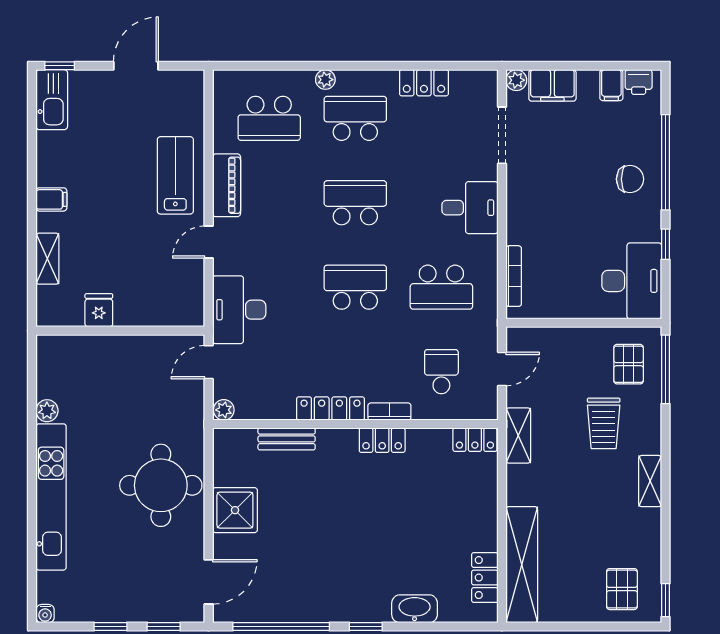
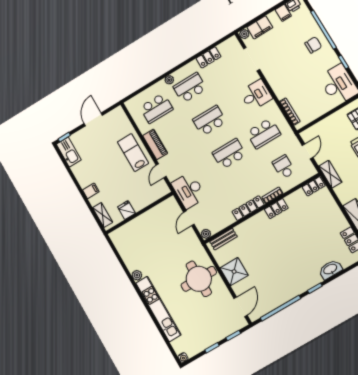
fridge: (99, 310) -> (126, 210), moved
wall: (120, 331) -> (139, 213), moved
bench: (287, 439) -> (223, 239), moved

